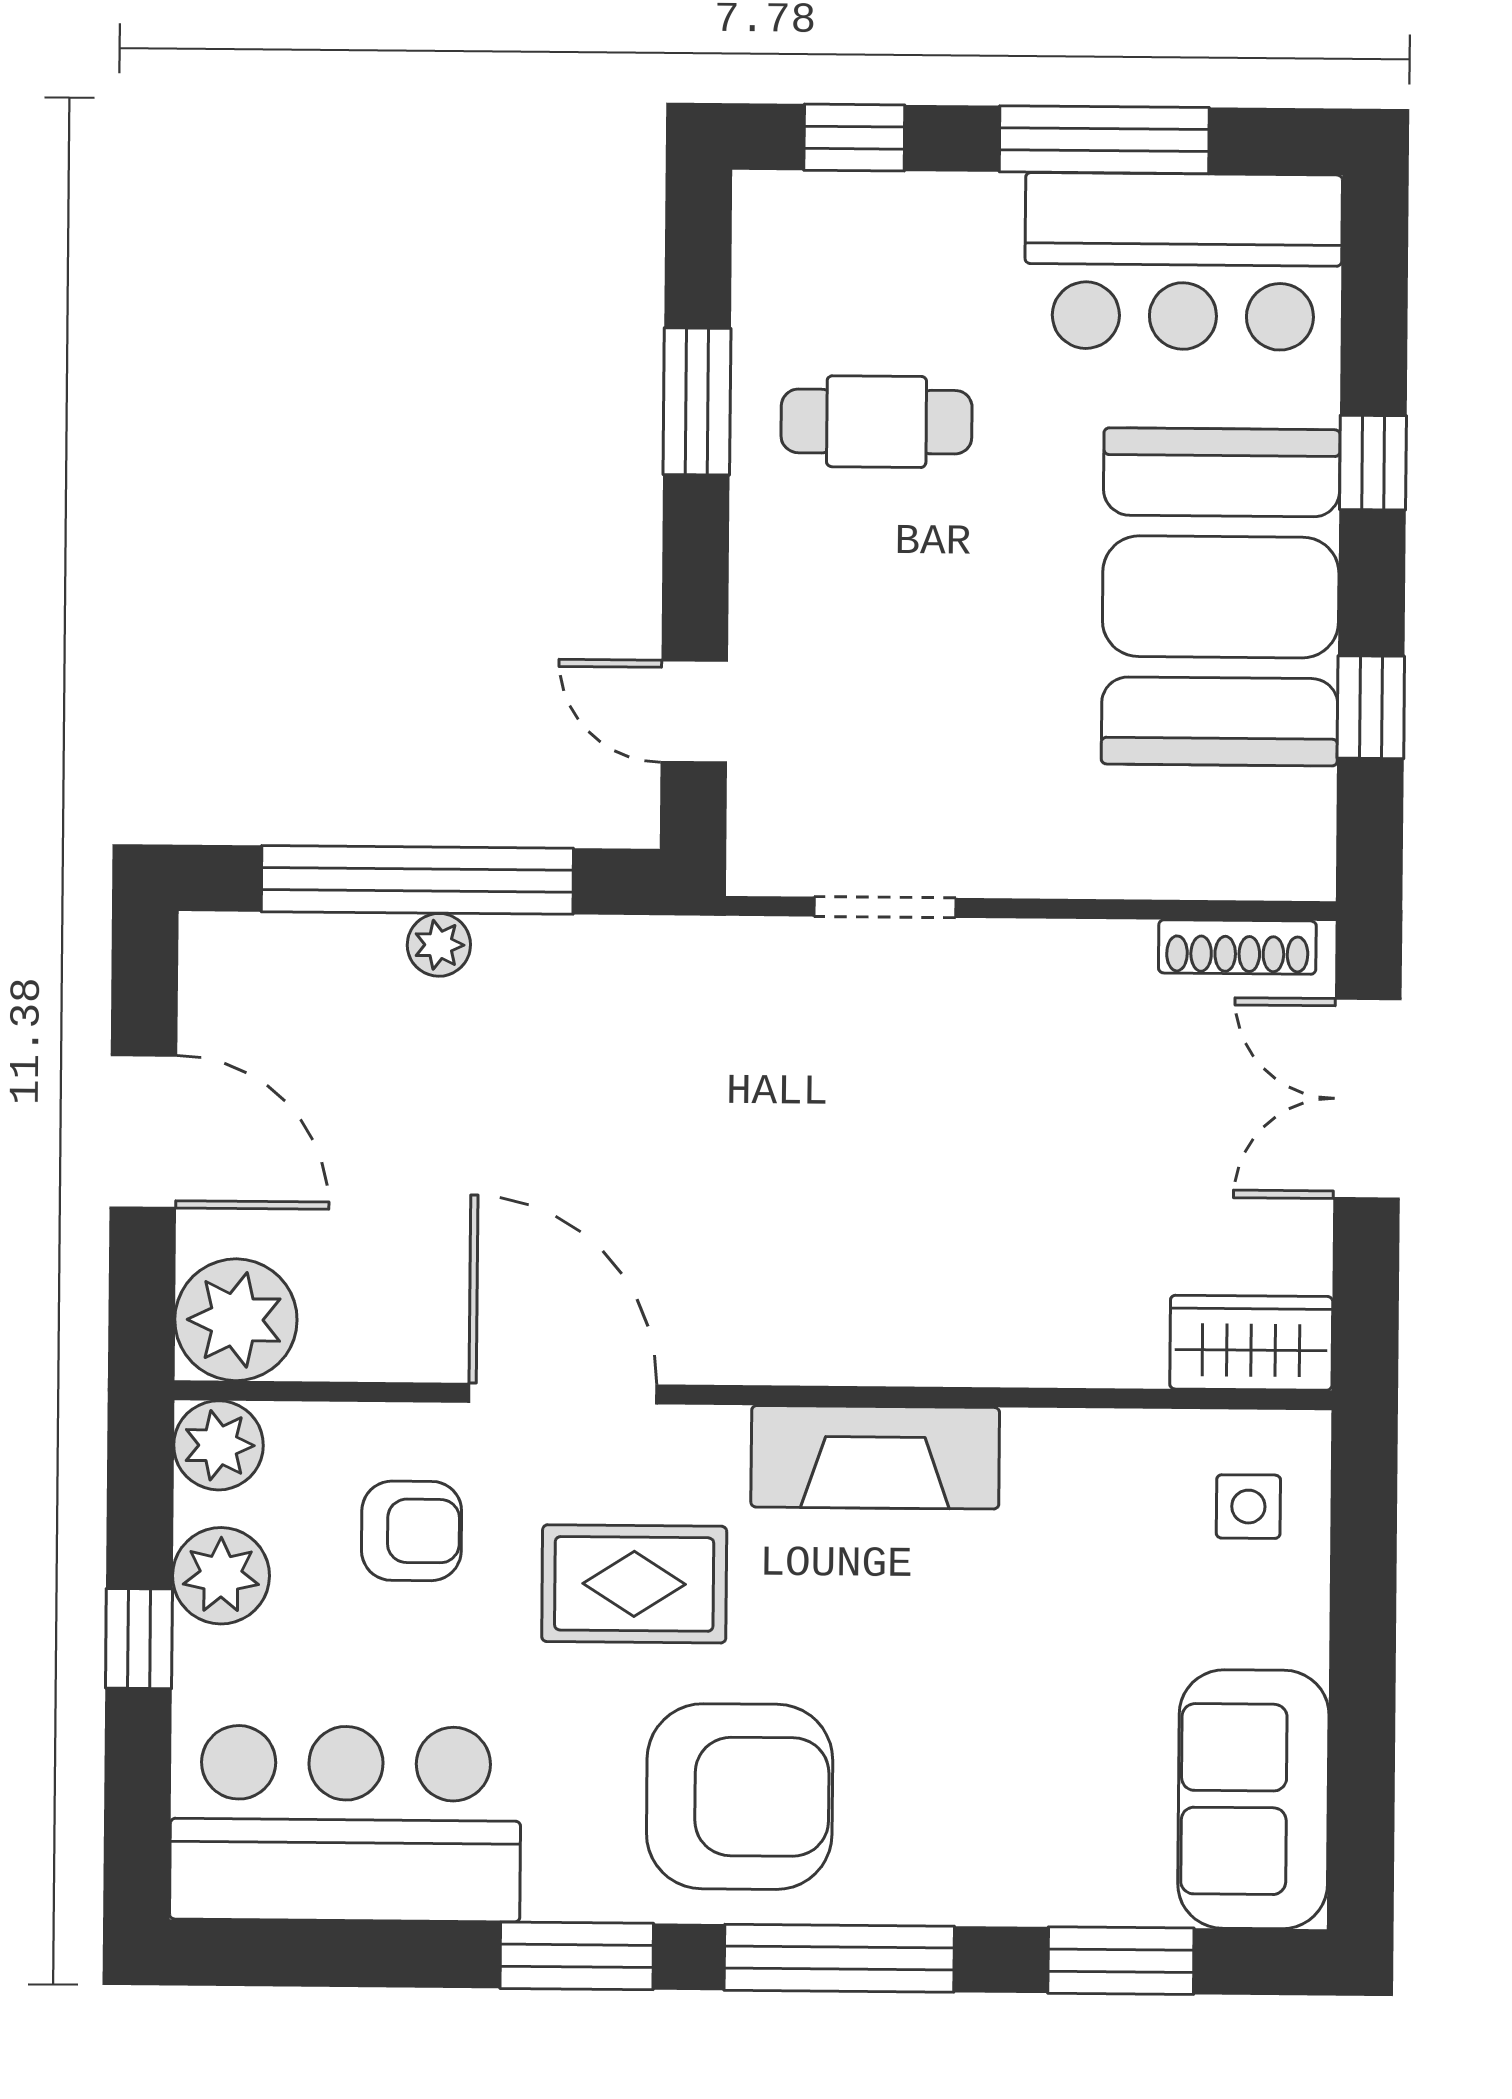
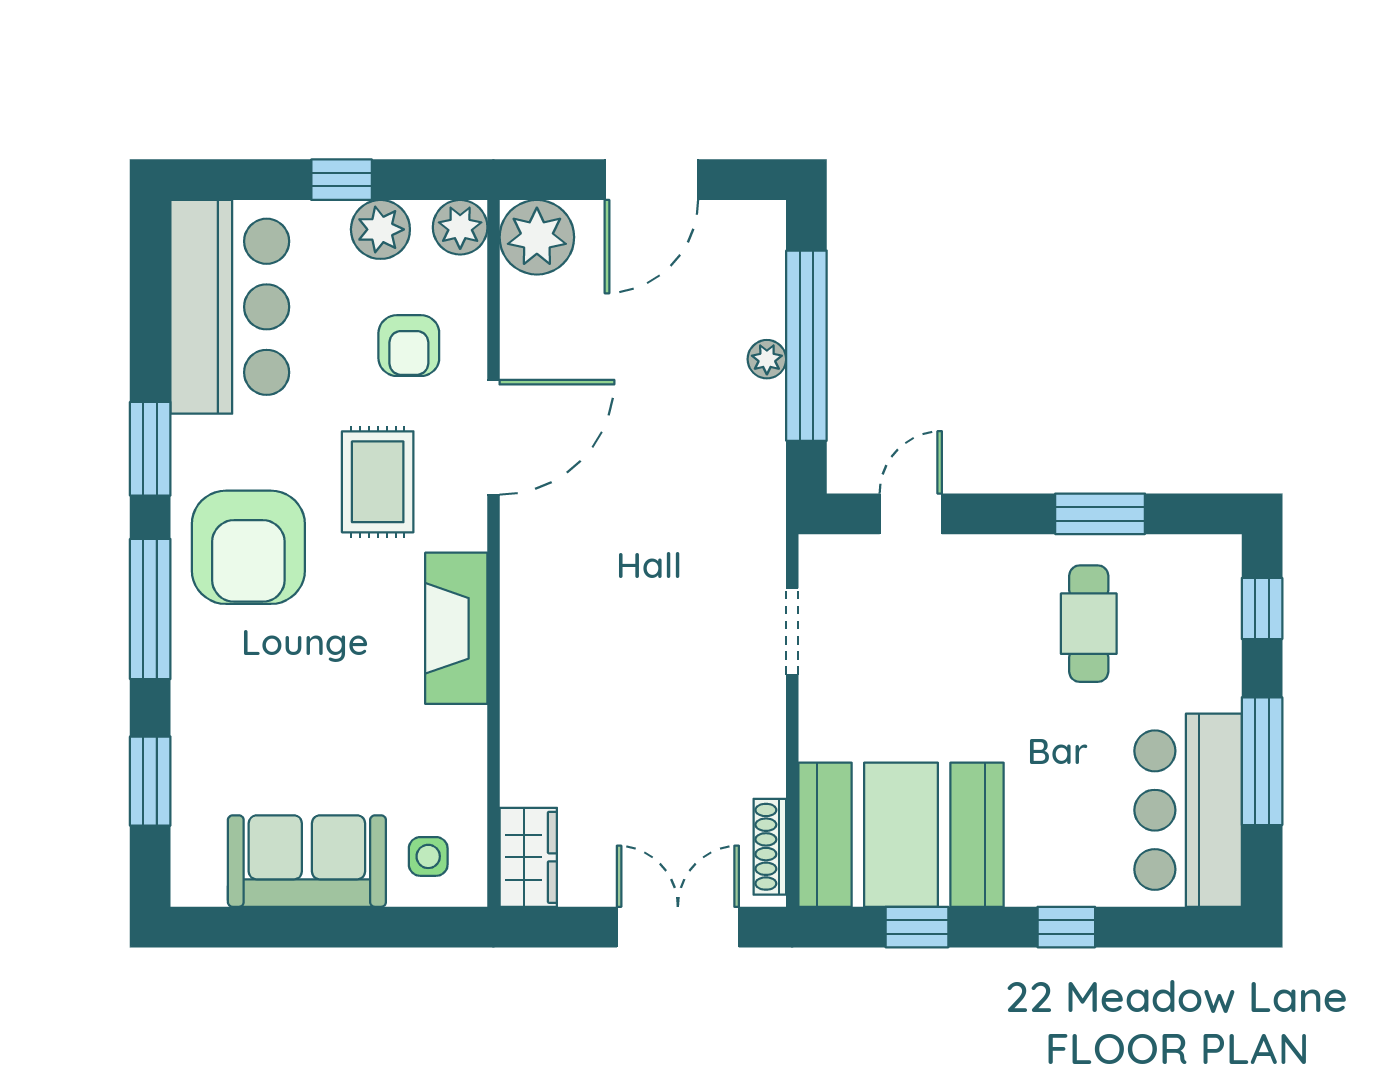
booth: (1221, 597) -> (901, 835), moved
sofa: (1253, 1799) -> (307, 861), moved

